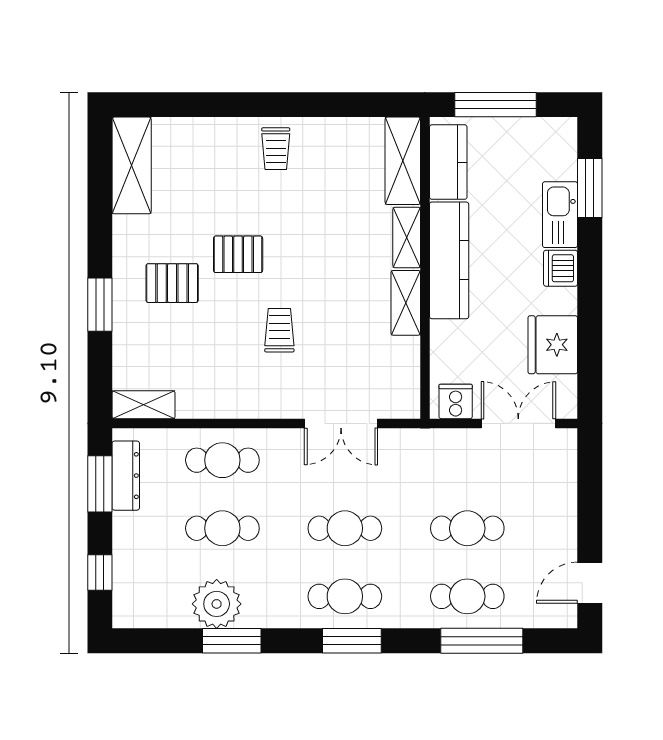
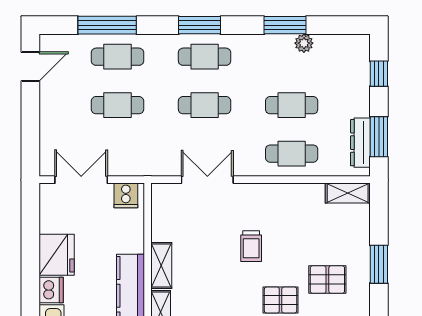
fridge: (553, 345) -> (57, 255), moved
double door: (518, 423) -> (81, 180), swing flipped
plant: (217, 604) -> (304, 43), width x0.53, depth x0.53

